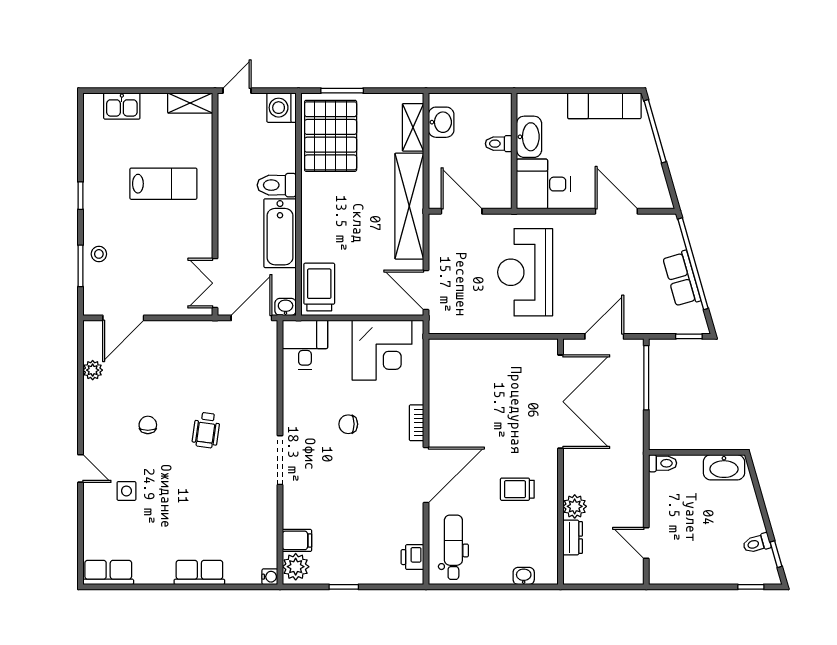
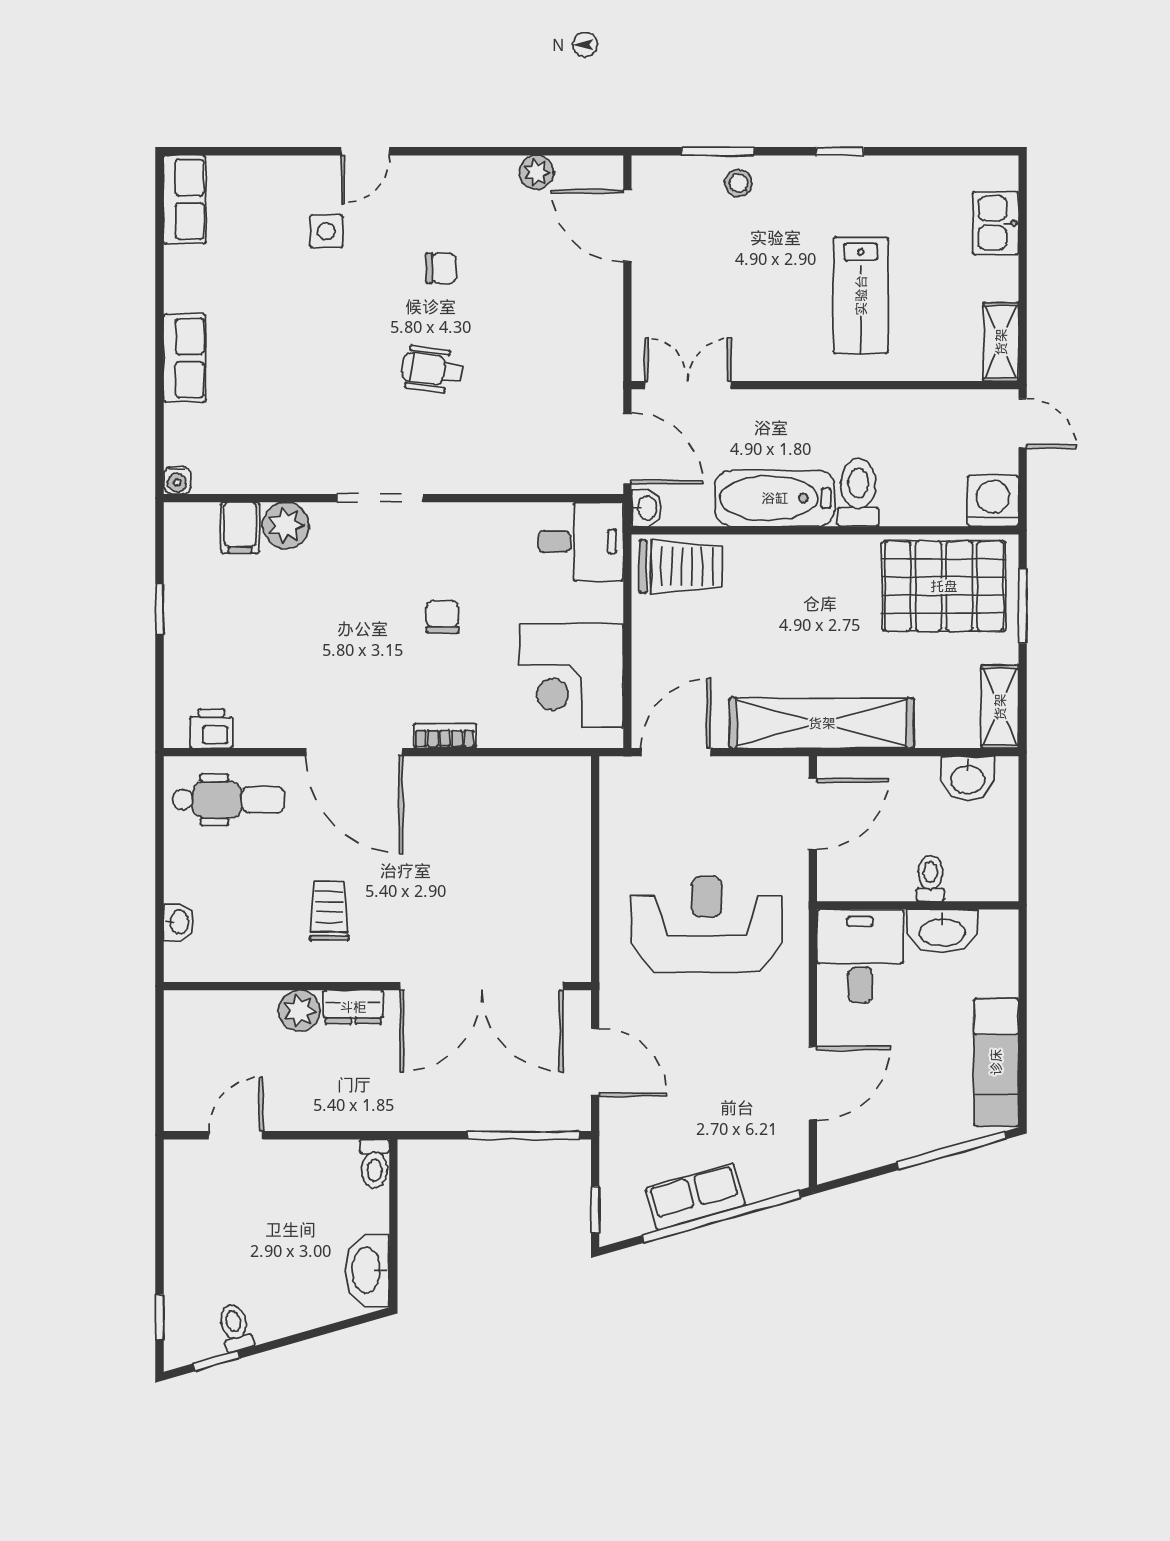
shelving: (413, 127) -> (1000, 707), moved, turned 90
dresser: (573, 537) -> (353, 1007), moved
plant: (296, 567) -> (286, 525), moved

